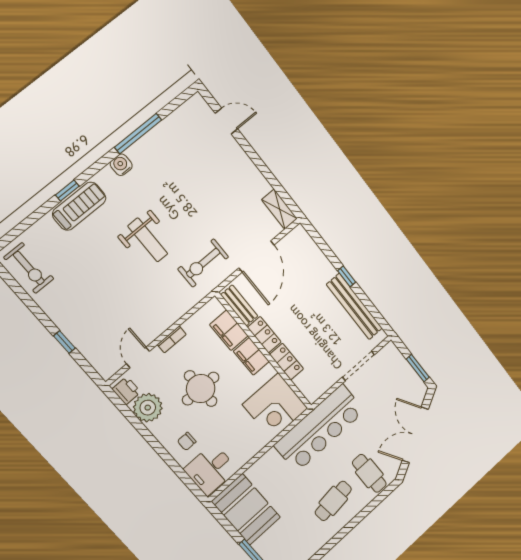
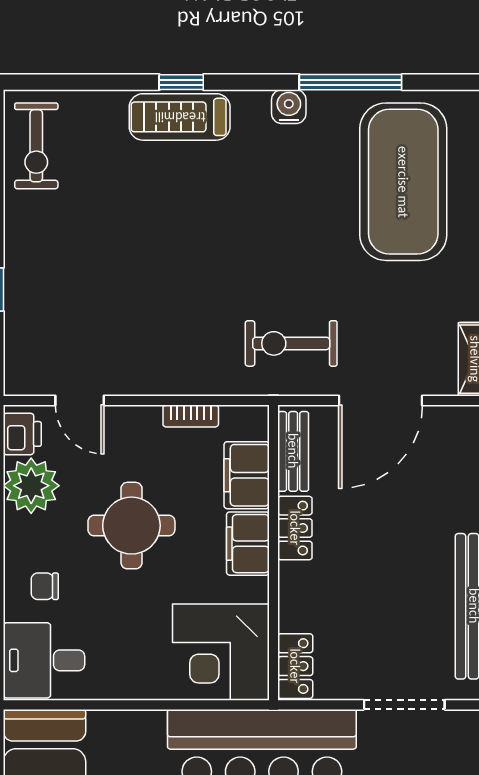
exercise mat: (194, 159) -> (403, 182), added
treadmill: (79, 206) -> (180, 117), turned 180
weight bench: (148, 240) -> (237, 243), removed
bookcase: (172, 339) -> (191, 416), moved
door: (138, 358) -> (80, 401), swing flipped
locker: (287, 362) -> (295, 666), moved

